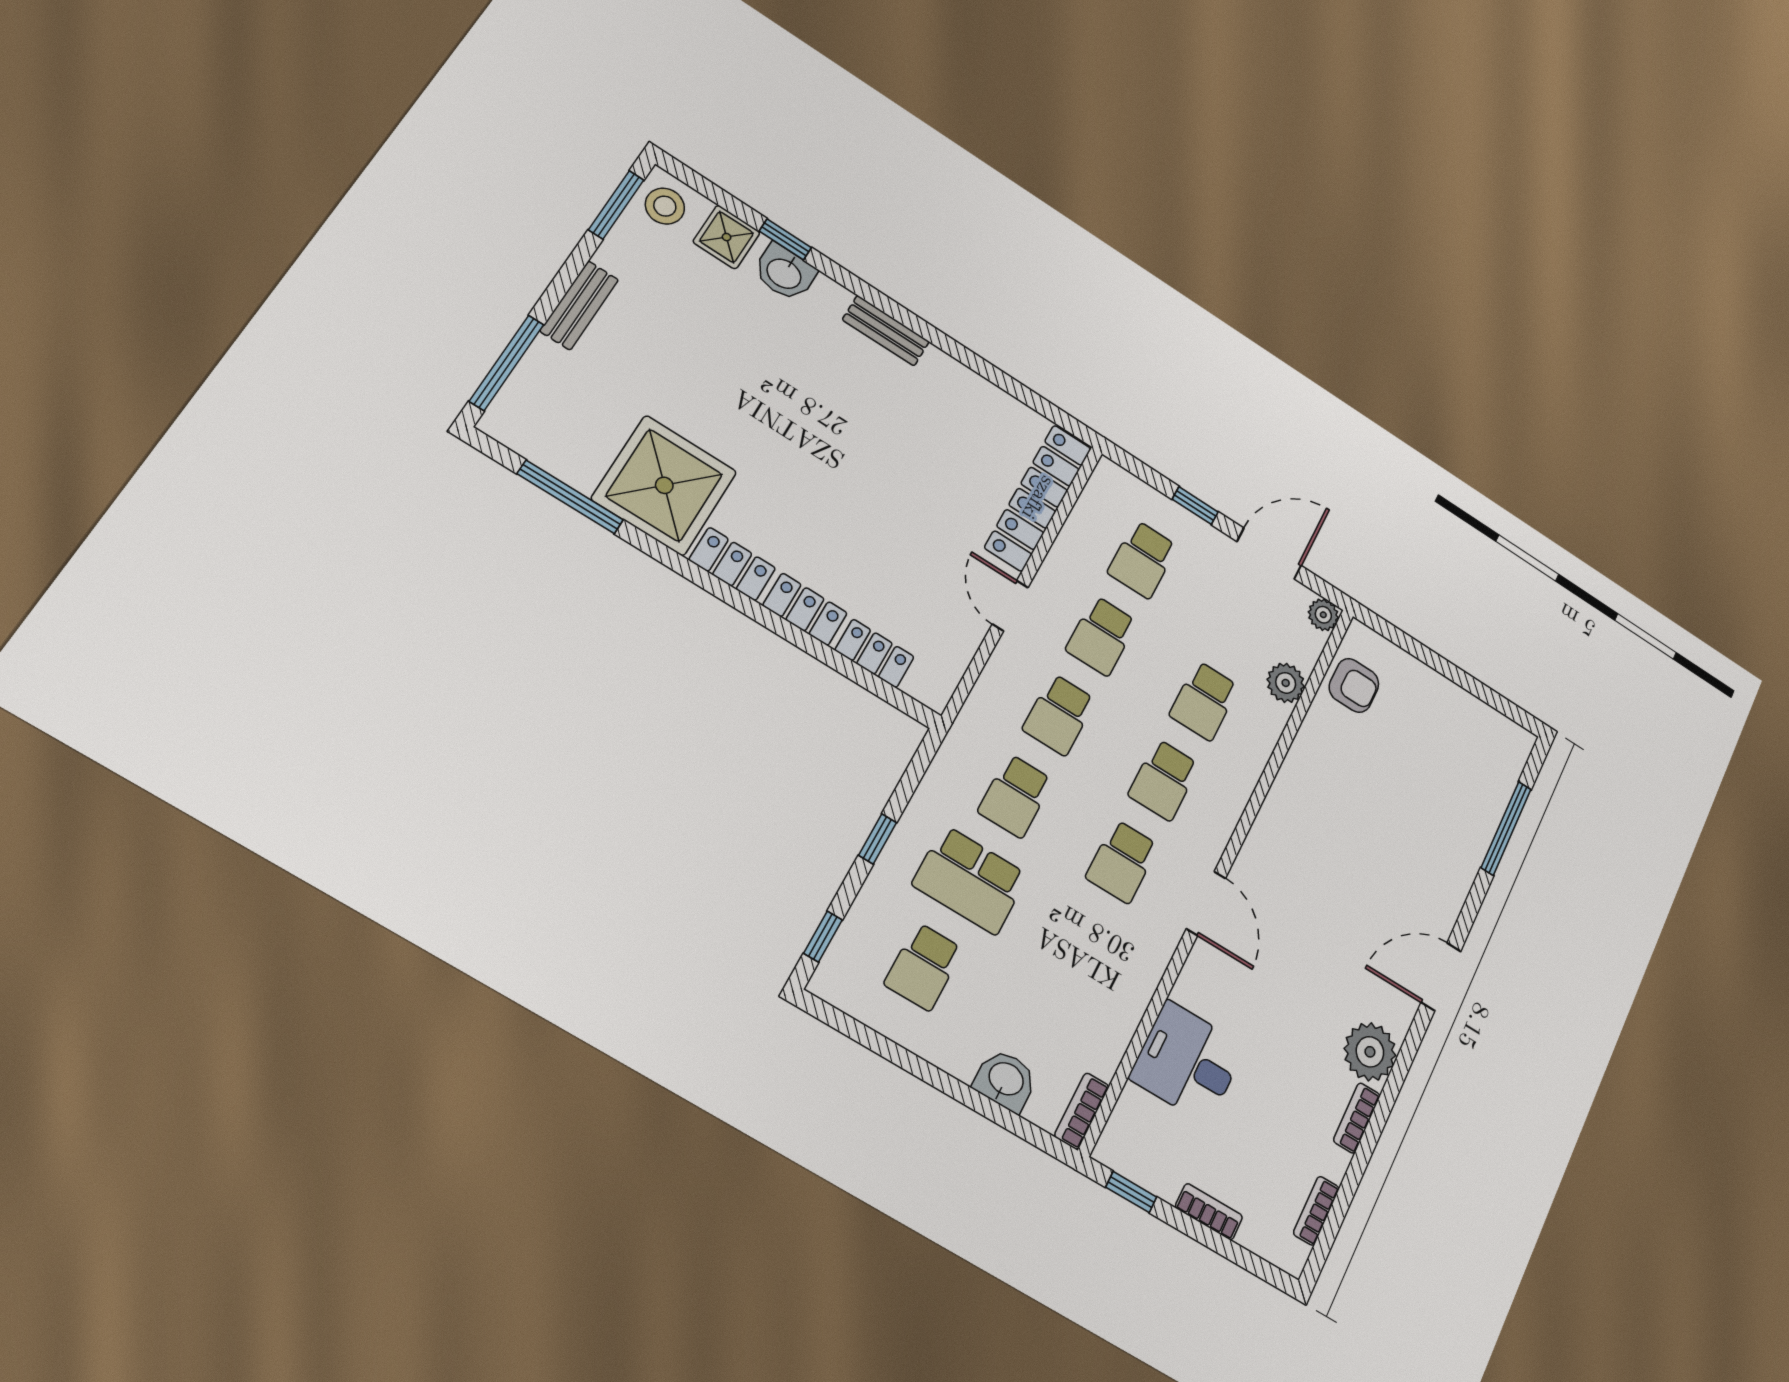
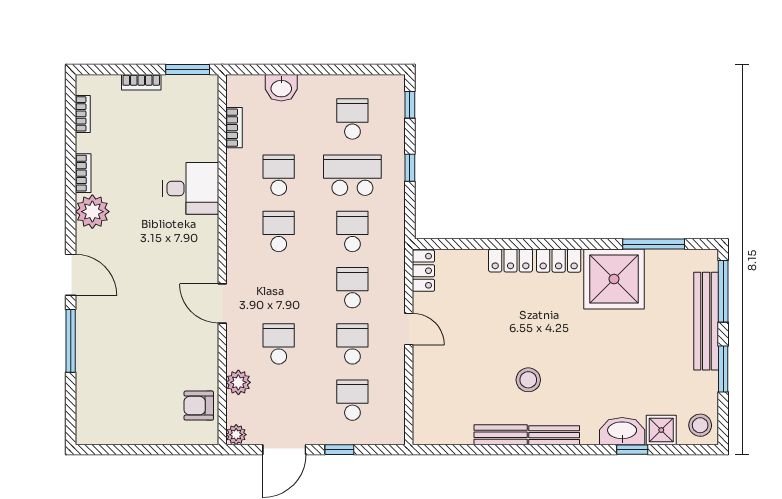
window: (616, 205) -> (723, 369), moved
washbasin: (785, 273) -> (622, 431), width x1.38
bench: (579, 305) -> (706, 321), width x1.86, depth x1.21
bench: (962, 381) -> (501, 435), added
stool: (879, 428) -> (528, 380), added
locker: (1038, 498) -> (426, 397), removed
locker: (874, 653) -> (423, 271), moved, turned -90
school desk: (1164, 780) -> (279, 175), moved
window: (1506, 828) -> (71, 341), moved
door: (1206, 903) -> (222, 303), moved
door: (1441, 977) -> (71, 275), hinge flipped
desk: (1187, 1062) -> (191, 188), moved
bookcase: (1082, 1111) -> (234, 128), moved
window: (1131, 1192) -> (188, 70), width x1.50

